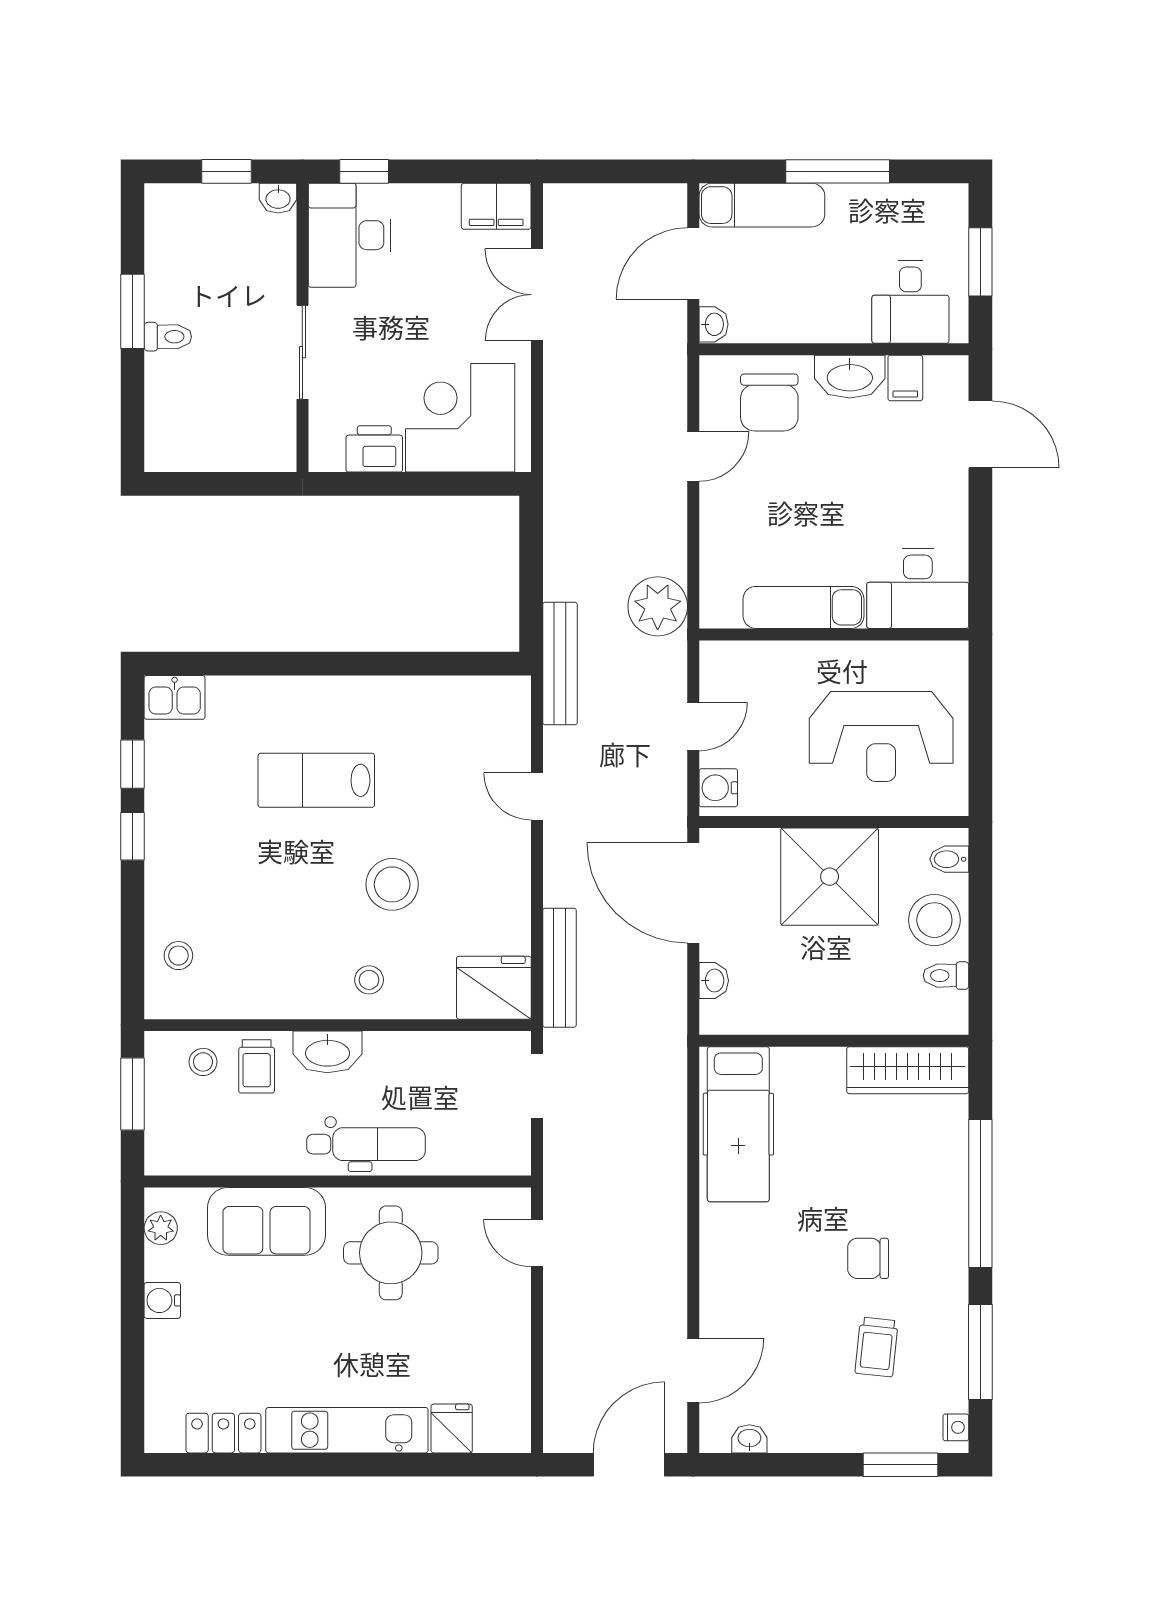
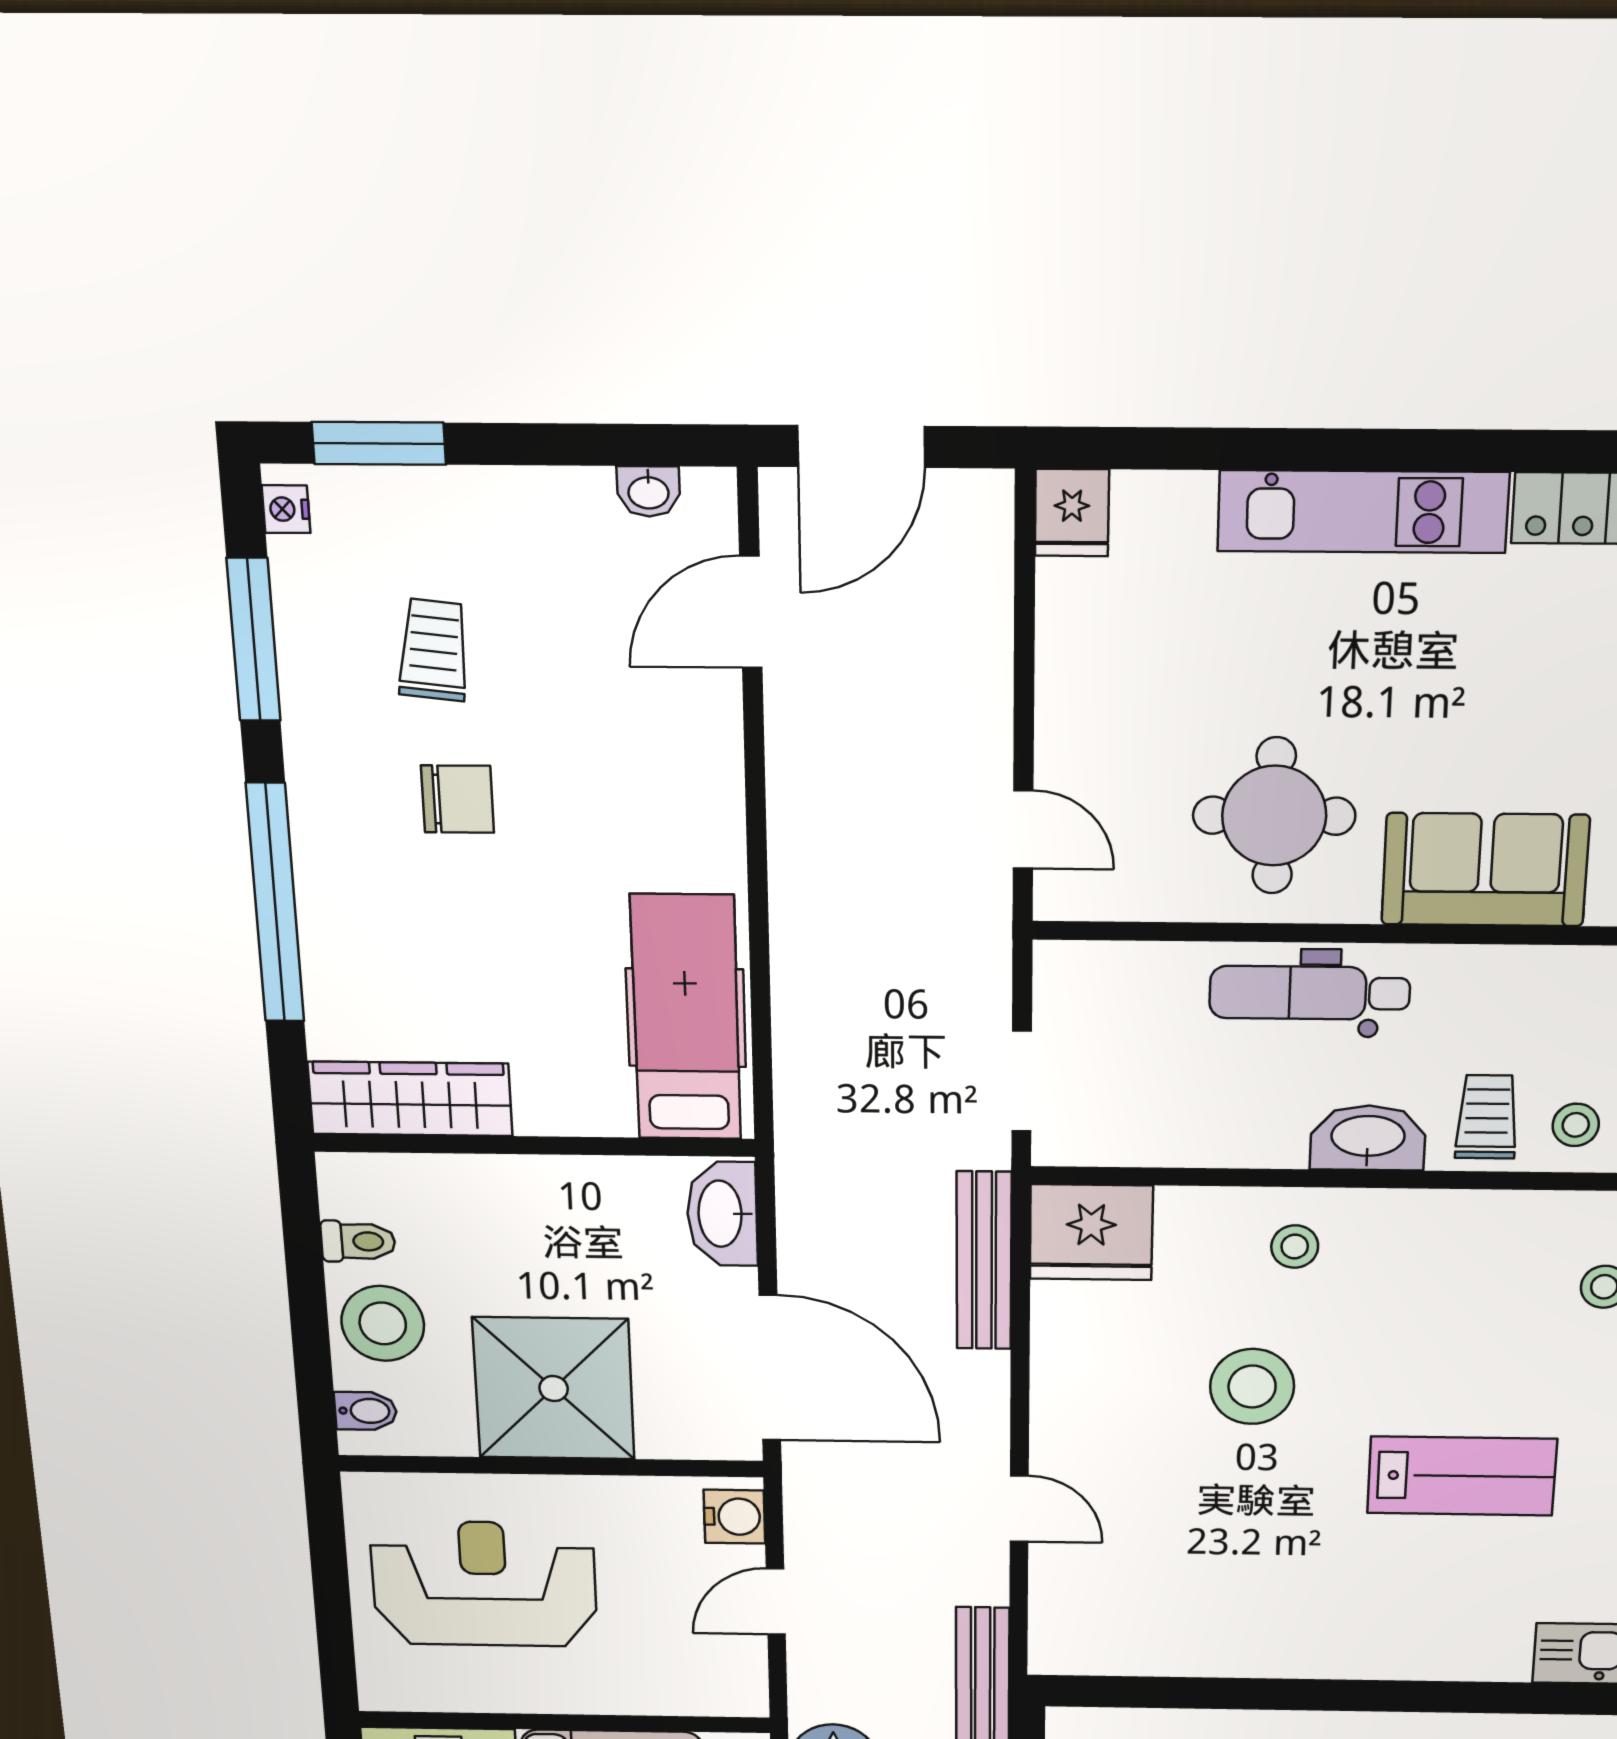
lab bench: (316, 780) -> (1462, 1476), moved
washbasin: (714, 981) -> (722, 1214), width x1.91, depth x1.45
fridge: (452, 1428) -> (1072, 513), moved

